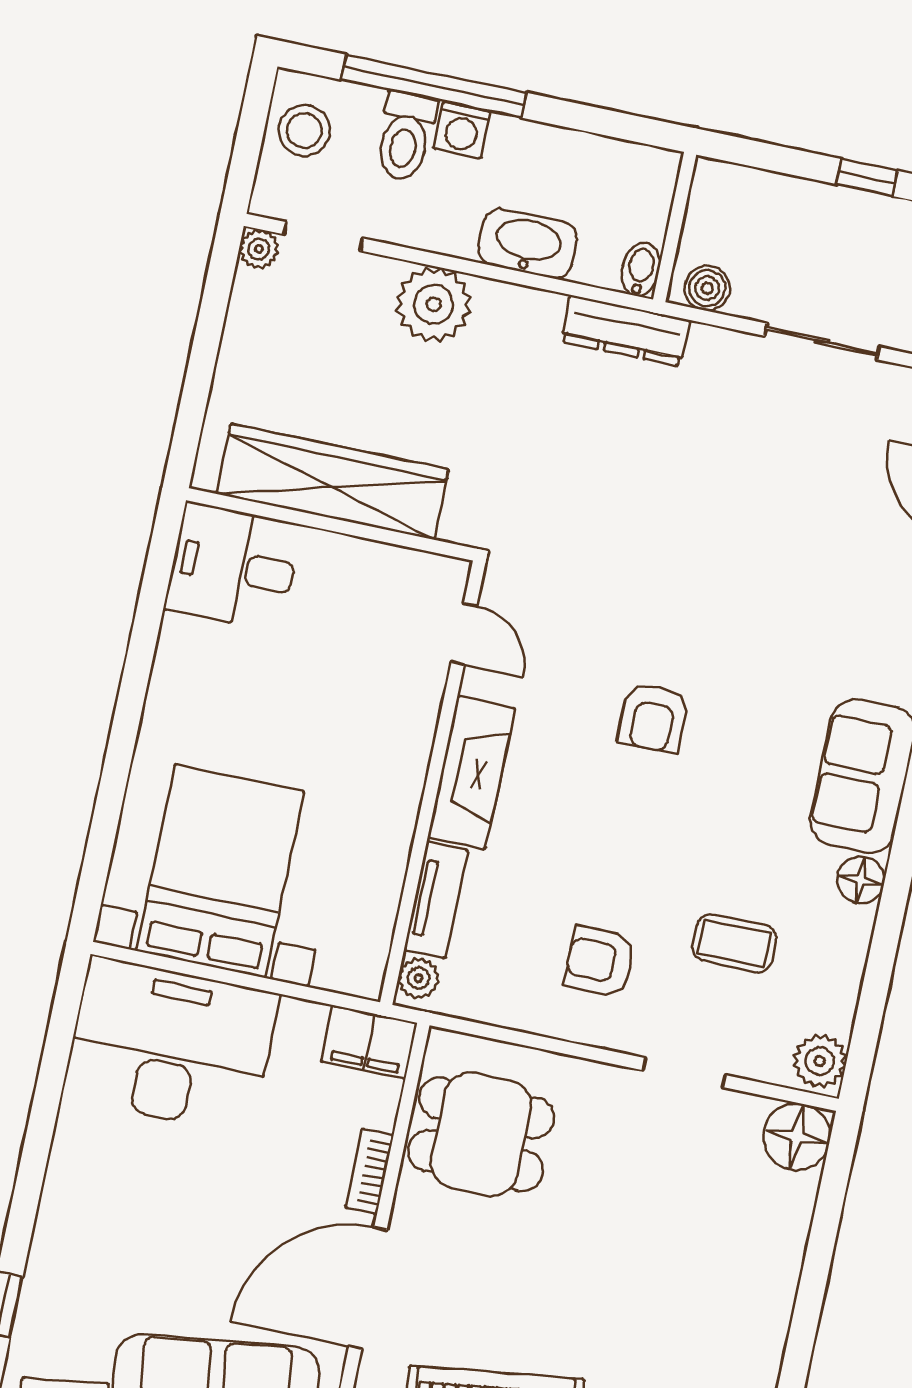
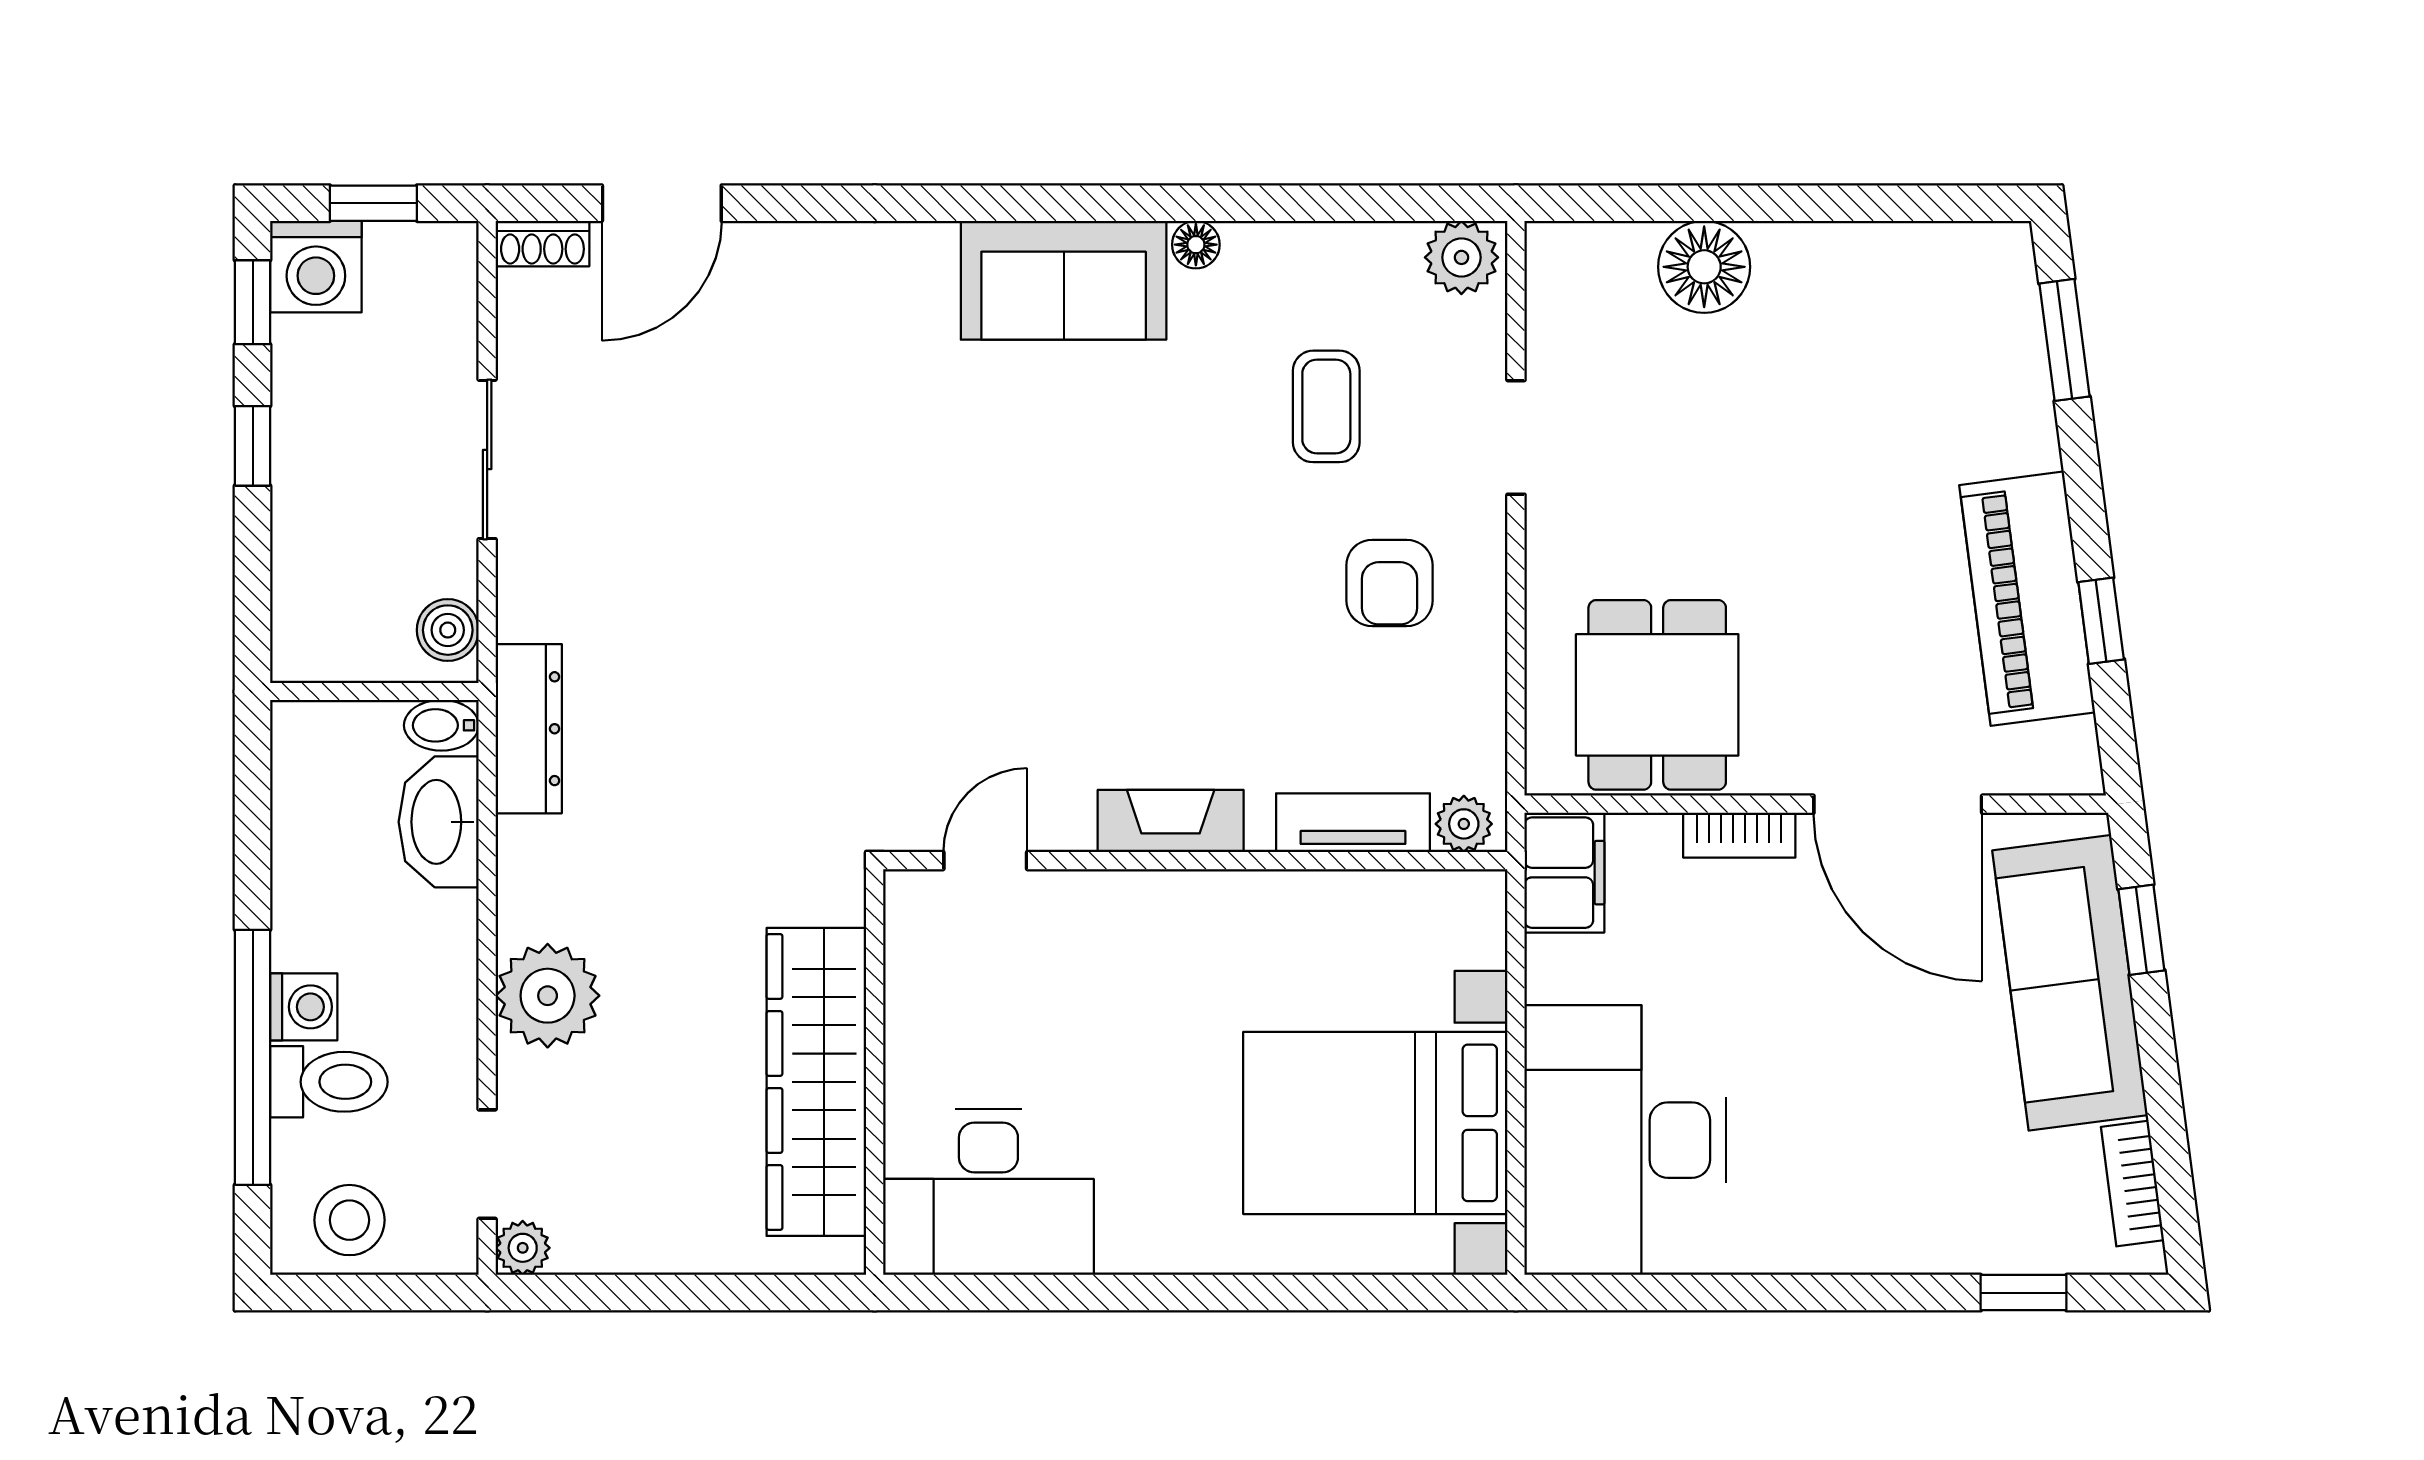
washbasin: (528, 244) -> (439, 822), moved
desk: (233, 567) -> (988, 1192), width x1.37
armchair: (653, 718) -> (1044, 580), removed
fireplace: (471, 773) -> (1171, 821), width x0.73, depth x0.76
floor lamp: (861, 880) -> (1196, 245), width x0.73, depth x0.73
floor lamp: (797, 1137) -> (1704, 267), moved

